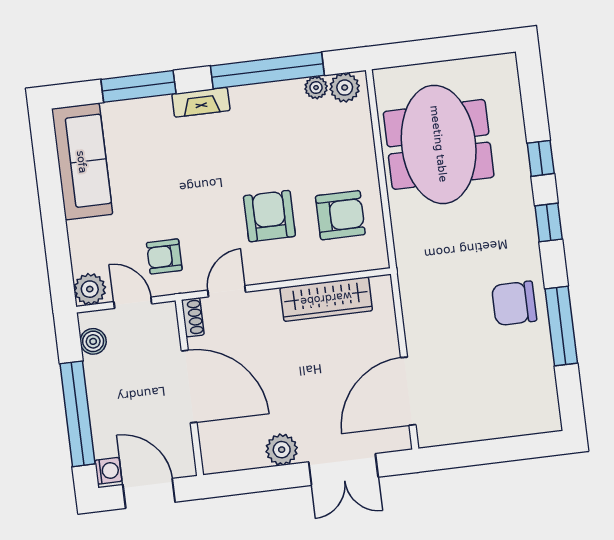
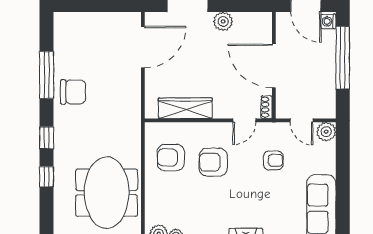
armchair: (269, 216) -> (213, 162), turned 90
armchair: (164, 256) -> (273, 160), moved
boiler: (93, 341) -> (328, 100), removed

